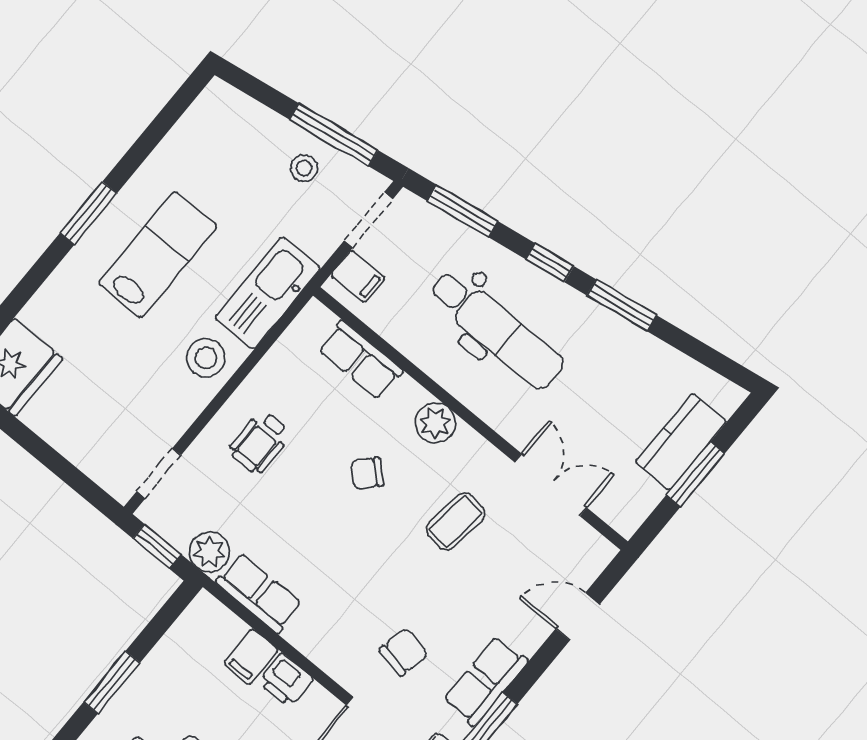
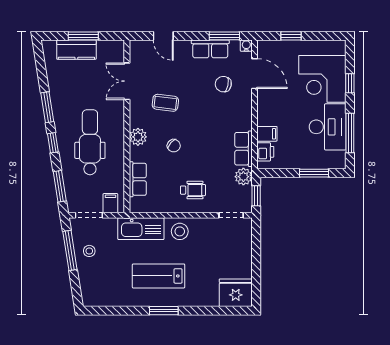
printer: (286, 680) -> (265, 152), moved

